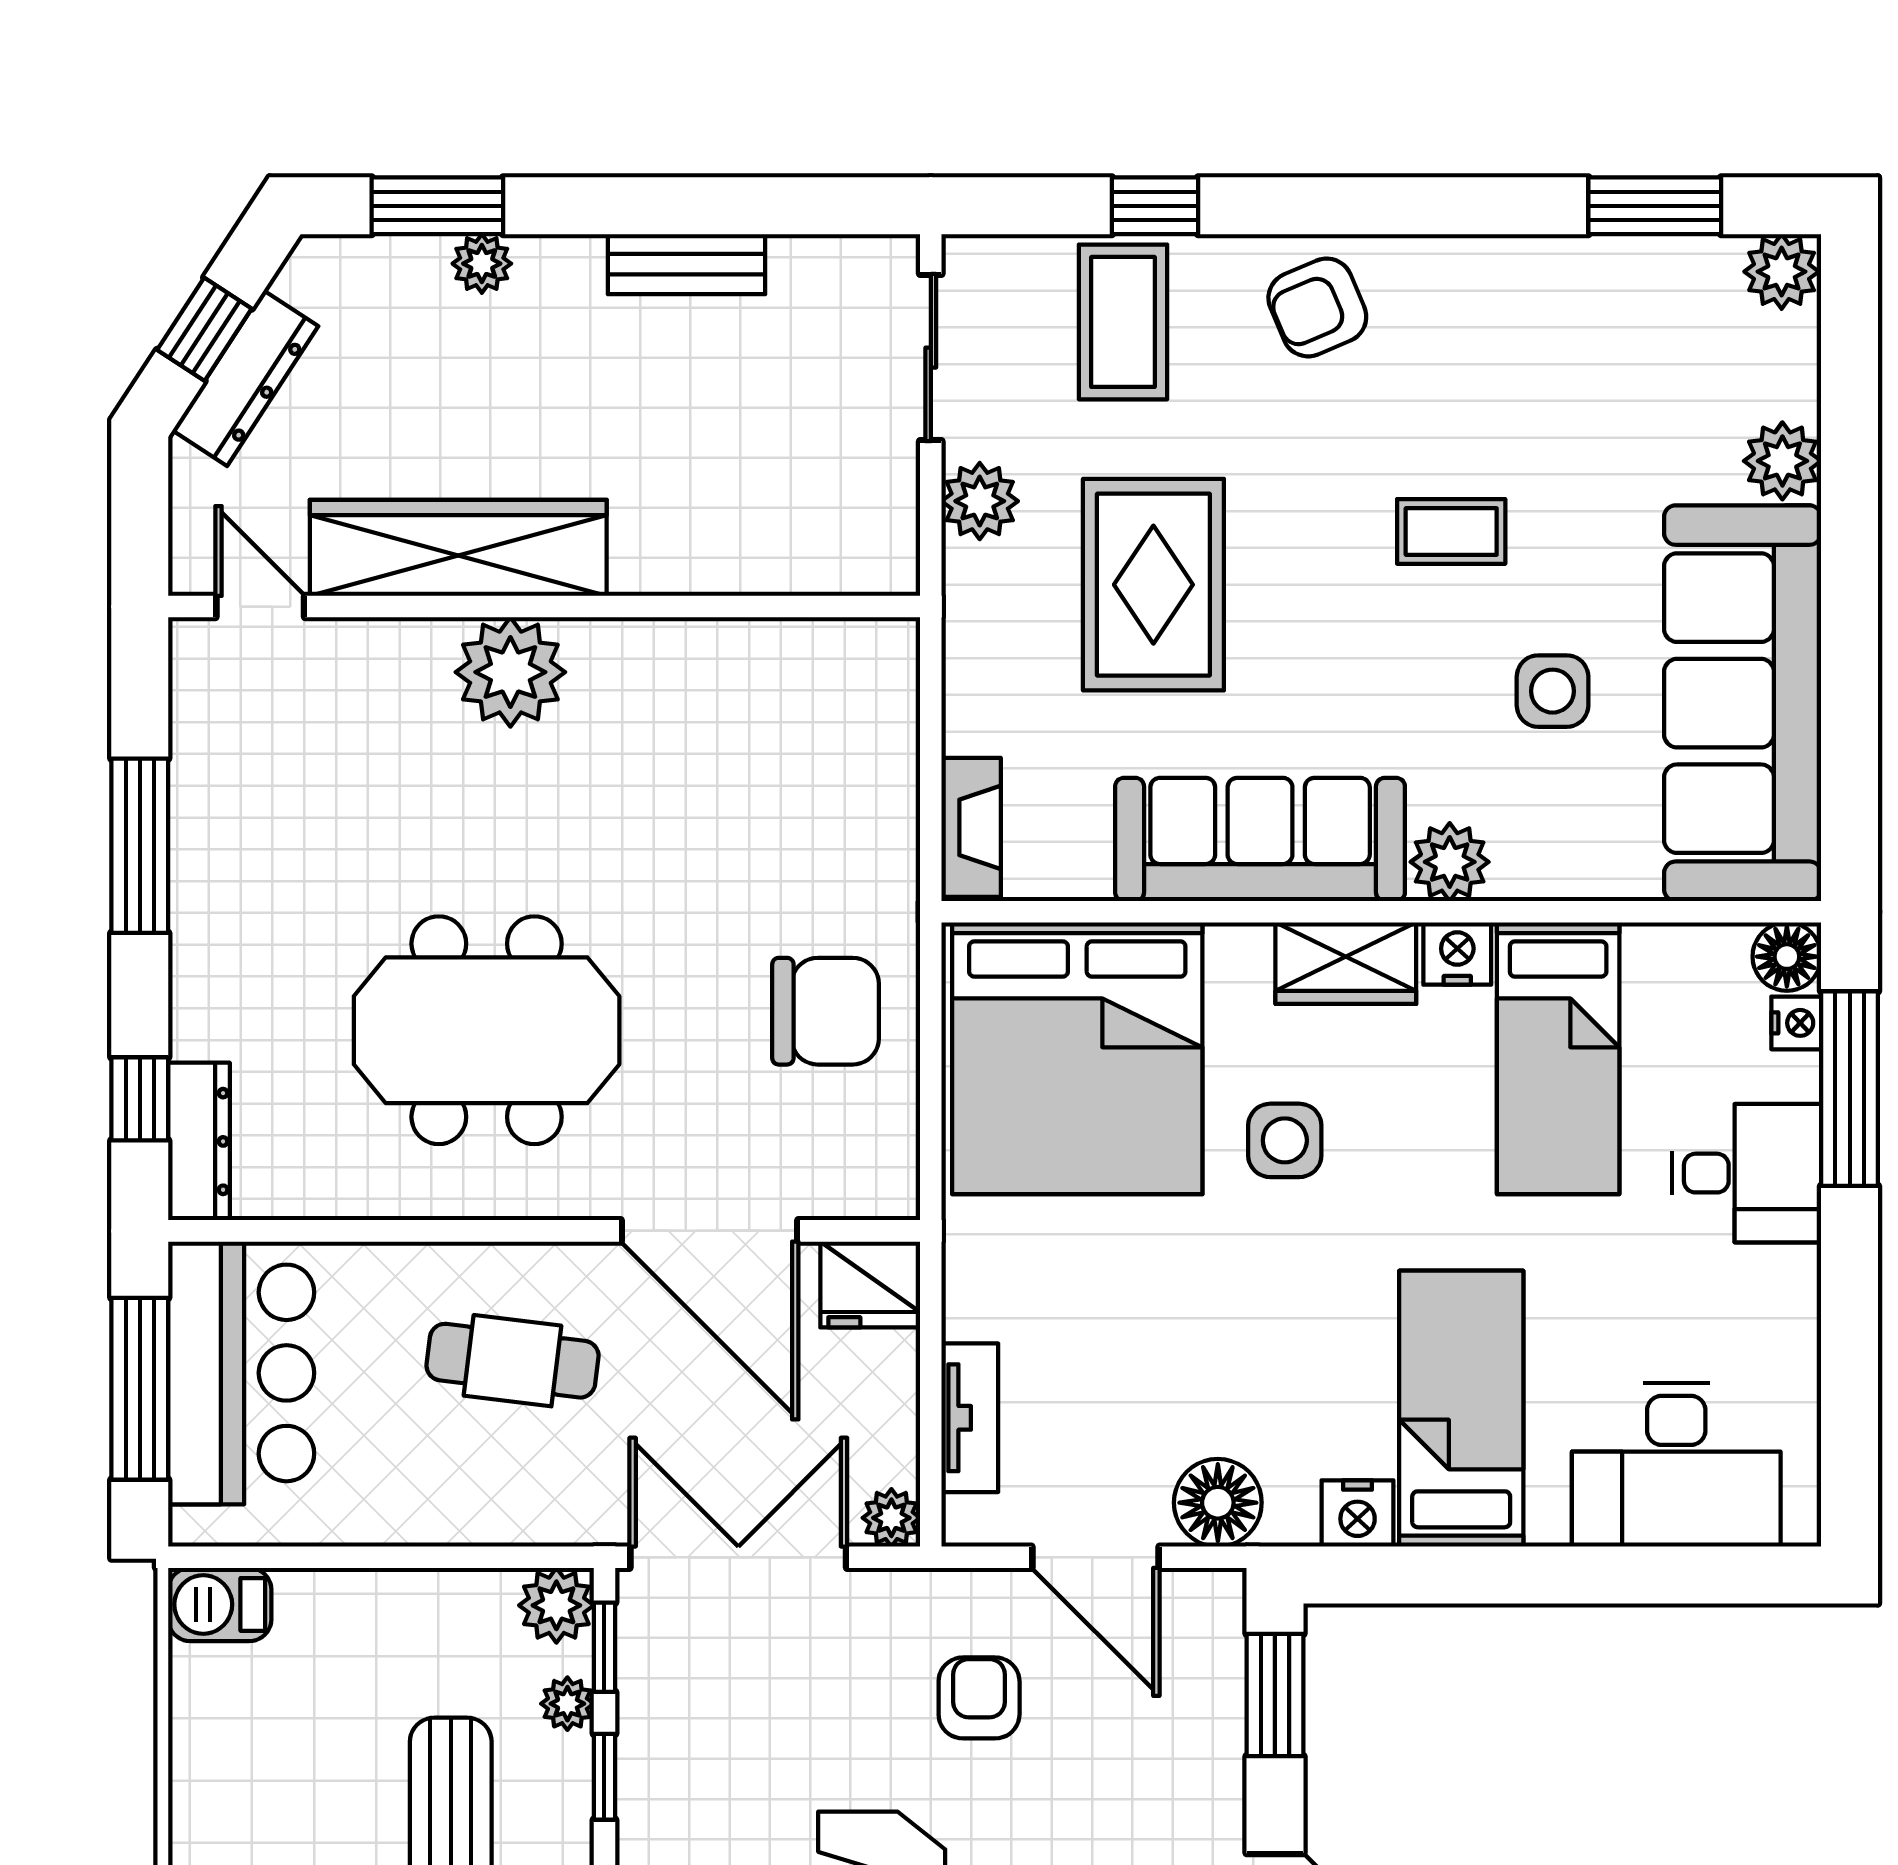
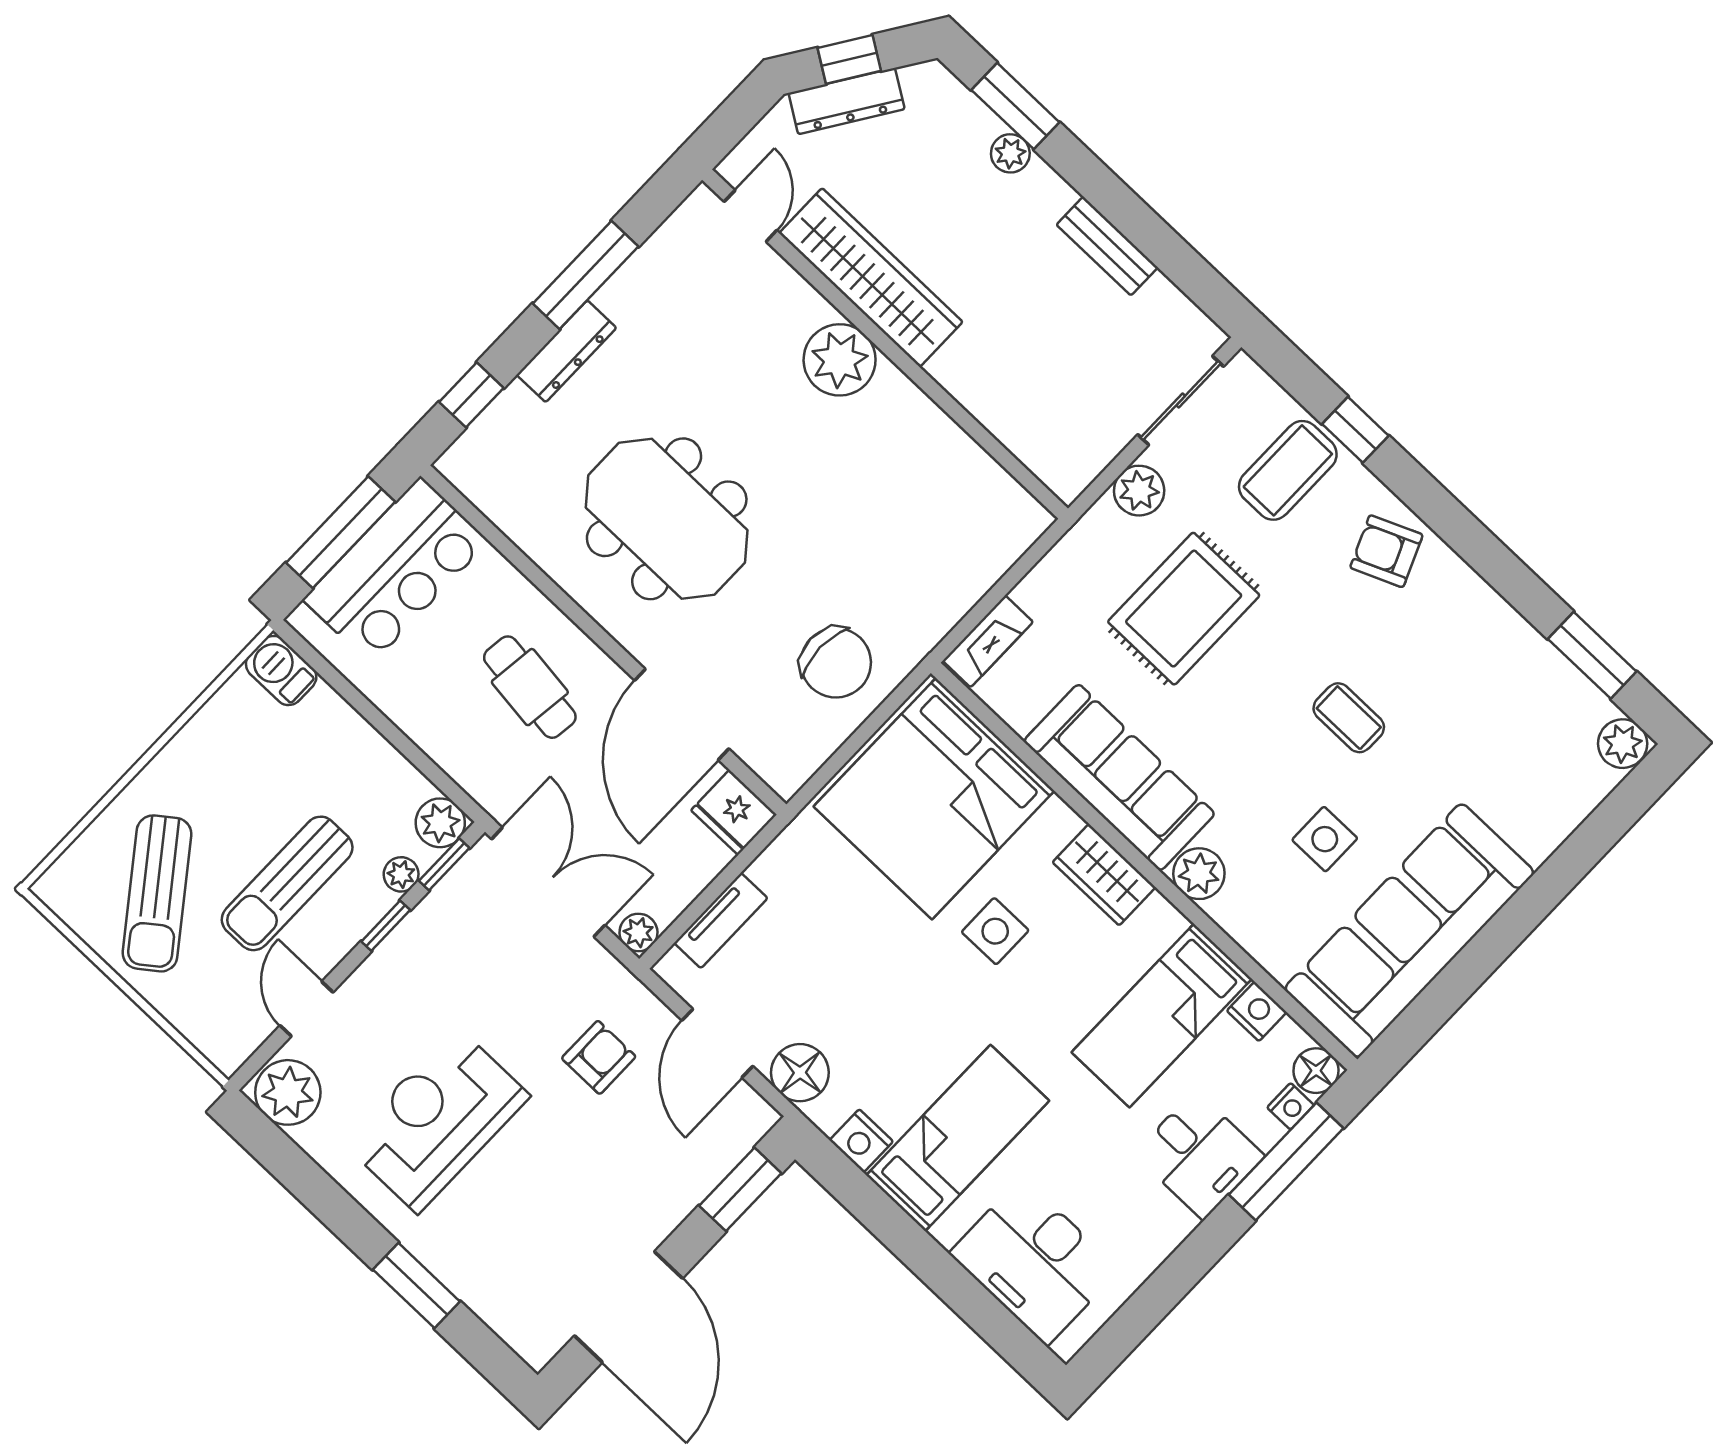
plant: (1782, 461) -> (1538, 834), removed
nightstand: (1457, 954) -> (1257, 1011), moved
dresser: (199, 1141) -> (566, 351), moved

